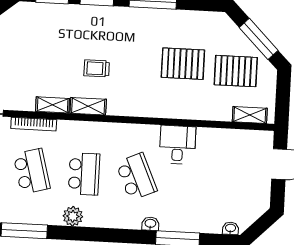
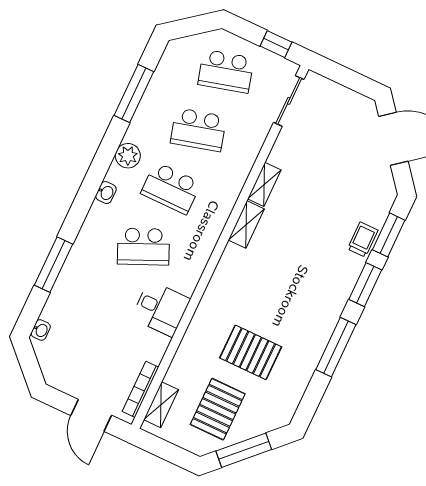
pallet: (183, 64) -> (251, 352), turned 90
trolley: (97, 68) -> (363, 240), moved
bookcase: (34, 124) -> (140, 389), moved
washbasin: (150, 224) -> (106, 193), moved

